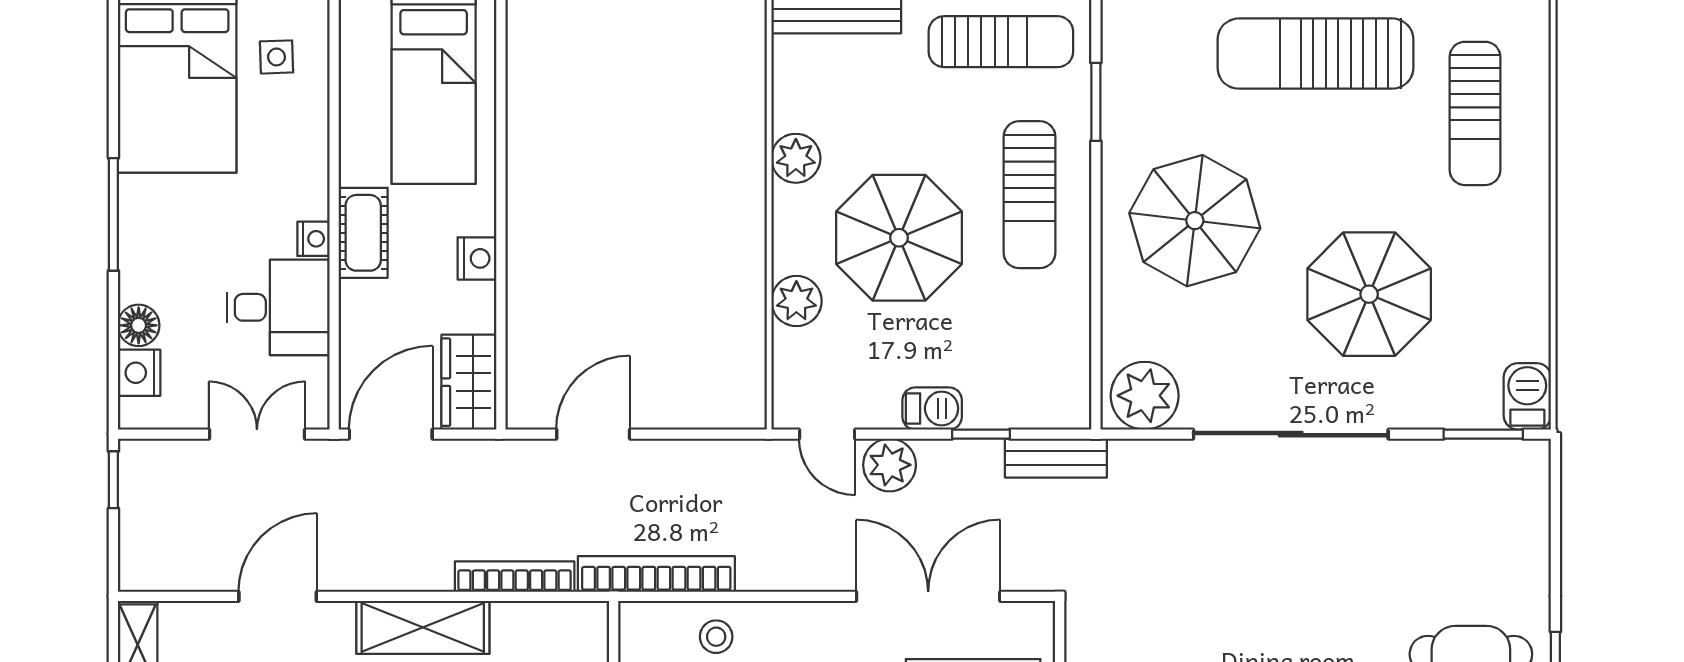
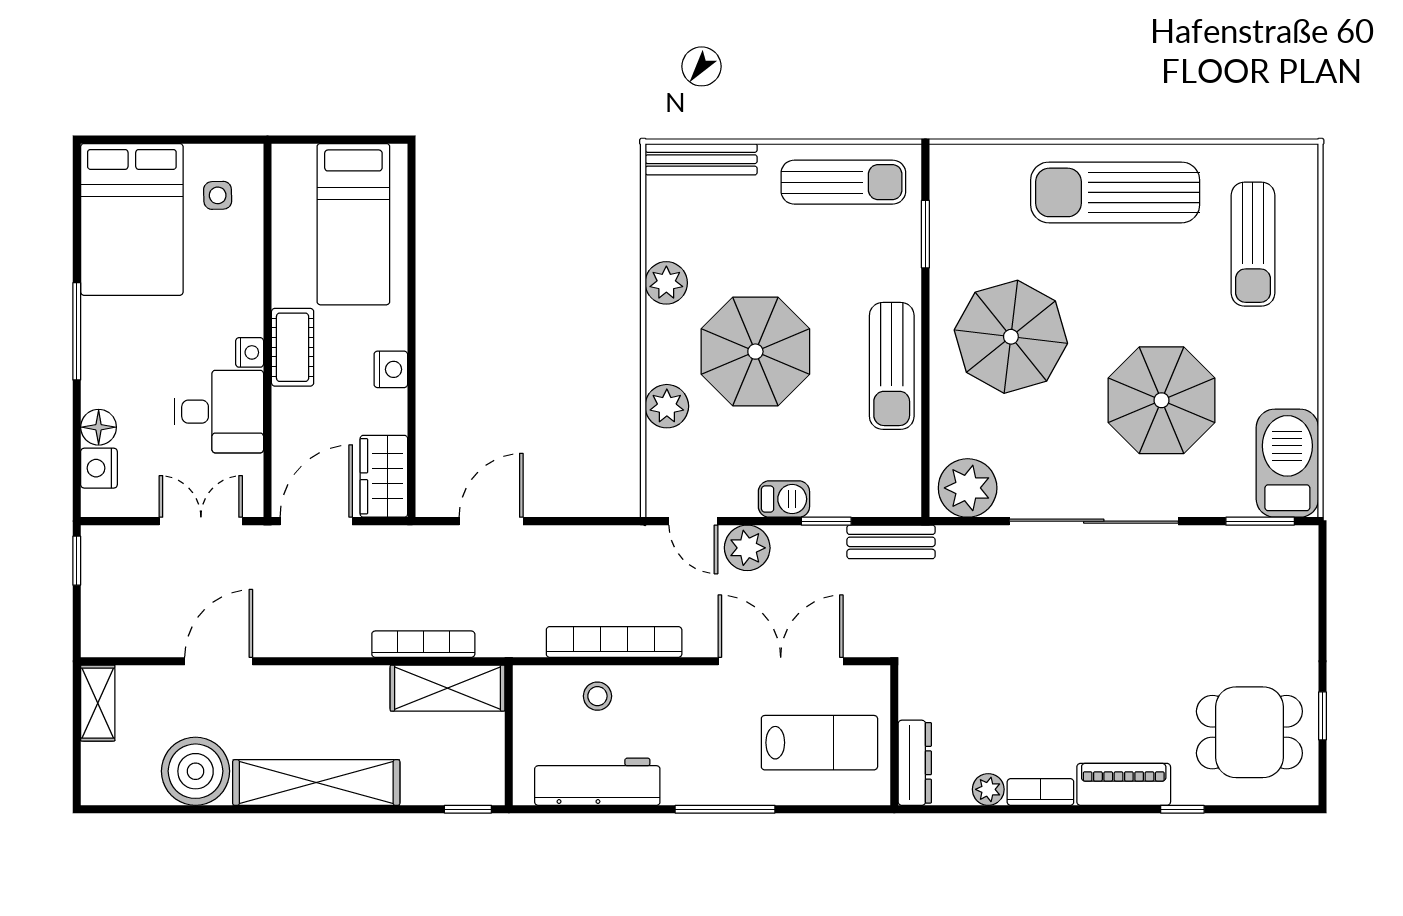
sun lounger: (1029, 195) -> (892, 366), moved
barbecue: (1527, 396) -> (1287, 463), width x1.88, depth x1.53
bookcase: (656, 574) -> (614, 642), moved
shelving: (423, 627) -> (448, 688), moved

